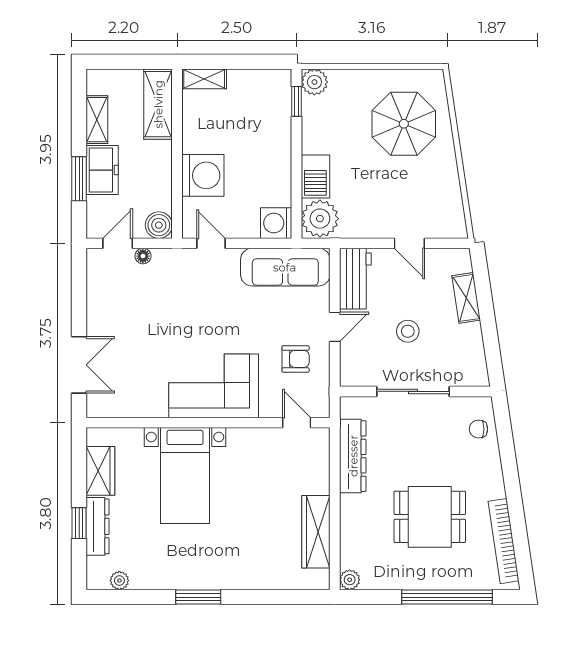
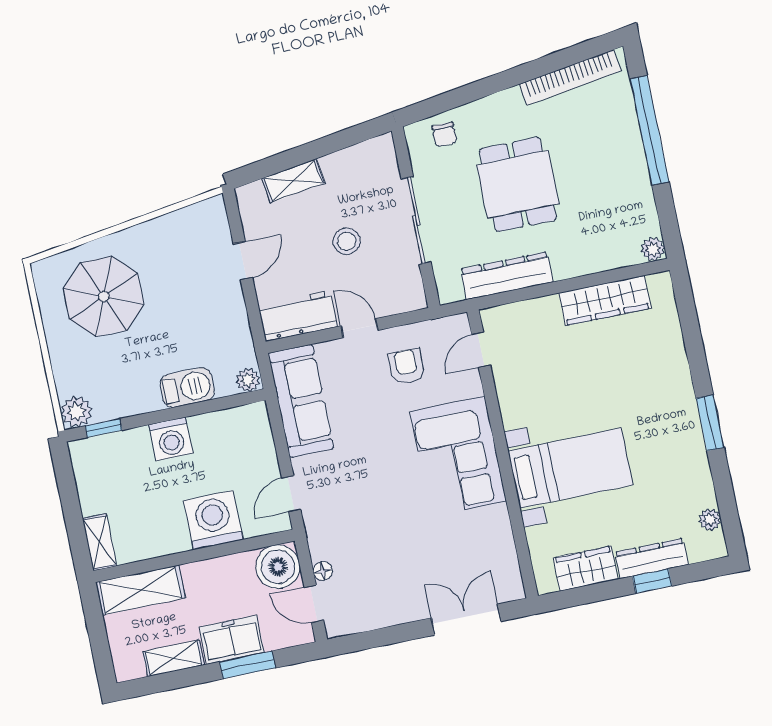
plant: (320, 219) -> (248, 380), width x0.53, depth x0.53
washing machine: (276, 223) -> (171, 439), moved
boiler: (159, 225) -> (278, 567), width x1.37, depth x1.37
dining table: (430, 517) -> (518, 184), moved

